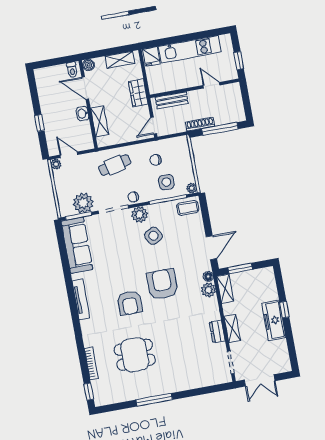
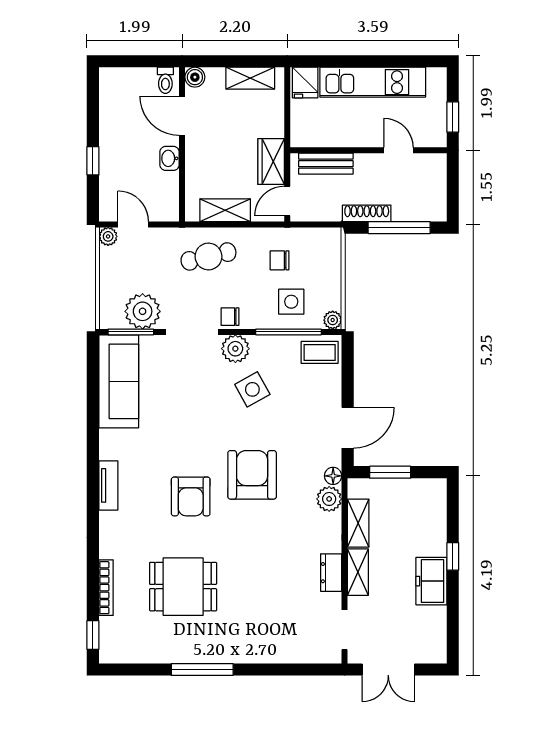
wardrobe: (138, 93) -> (271, 162), moved
shelving: (100, 121) -> (225, 210), moved, turned 90
shelving: (225, 289) -> (358, 523), moved
tv unit: (81, 300) -> (108, 485), width x0.71
freezer: (274, 320) -> (431, 581), width x0.71

